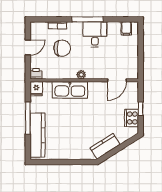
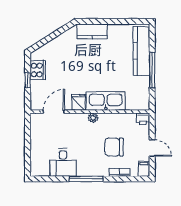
filing cabinet: (126, 28) -> (144, 169), moved
desk: (95, 34) -> (63, 162), moved
door: (28, 47) -> (152, 148), swing flipped
fridge: (36, 89) -> (79, 102), moved
kitchen counter: (105, 146) -> (92, 31), moved, turned 32

